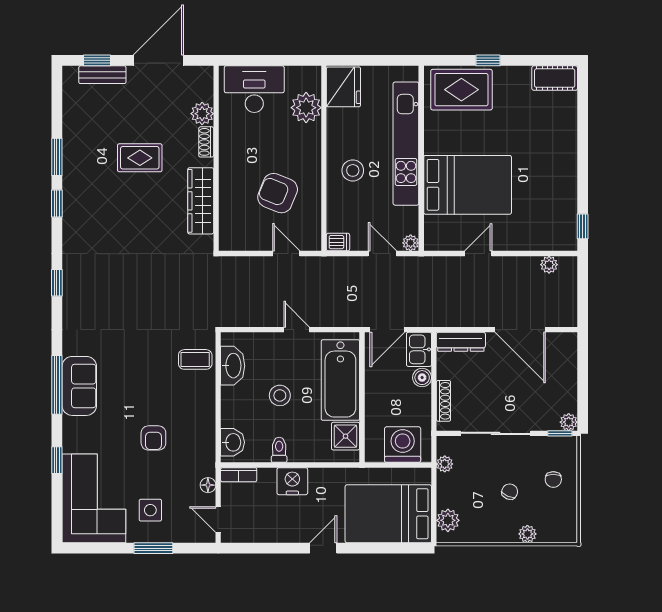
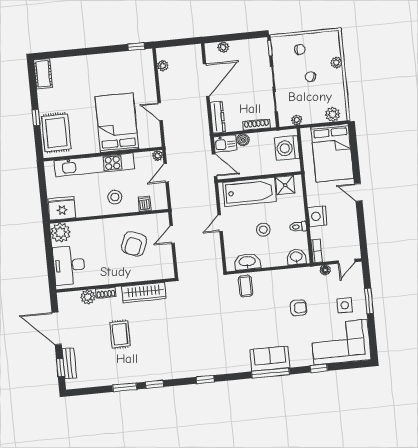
plant: (306, 108) -> (61, 233), moved
dishwasher: (338, 242) -> (145, 204), moved
plant: (569, 422) -> (223, 47), moved

